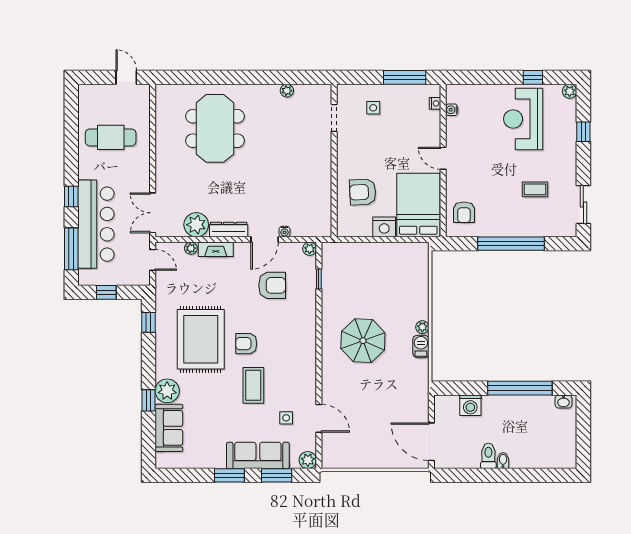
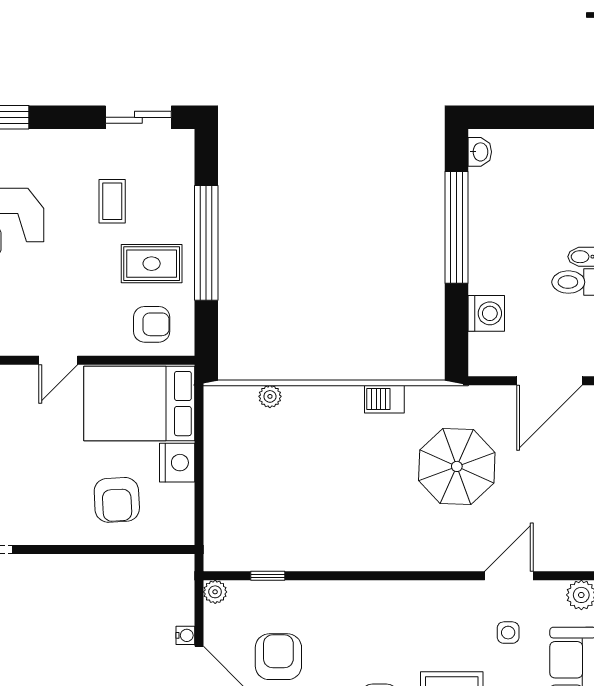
rug: (499, 212) -> (152, 264), added
plant: (422, 327) -> (270, 396), moved
parasol: (363, 341) -> (457, 466), moved

